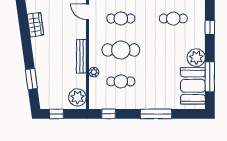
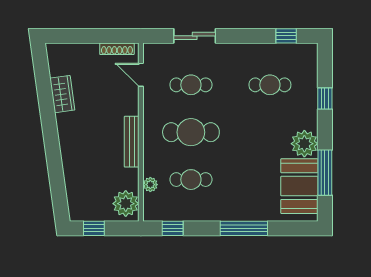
plant: (94, 72) -> (150, 185), moved
window: (31, 79) -> (56, 176), removed

